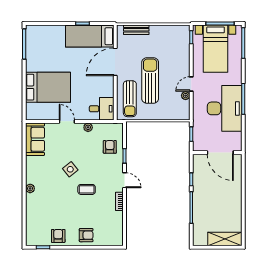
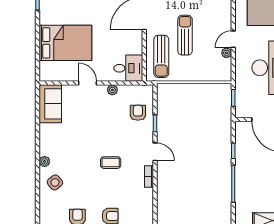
sun lounger: (150, 80) -> (185, 35), width x0.73, depth x0.75
side table: (70, 169) -> (55, 182), moved

